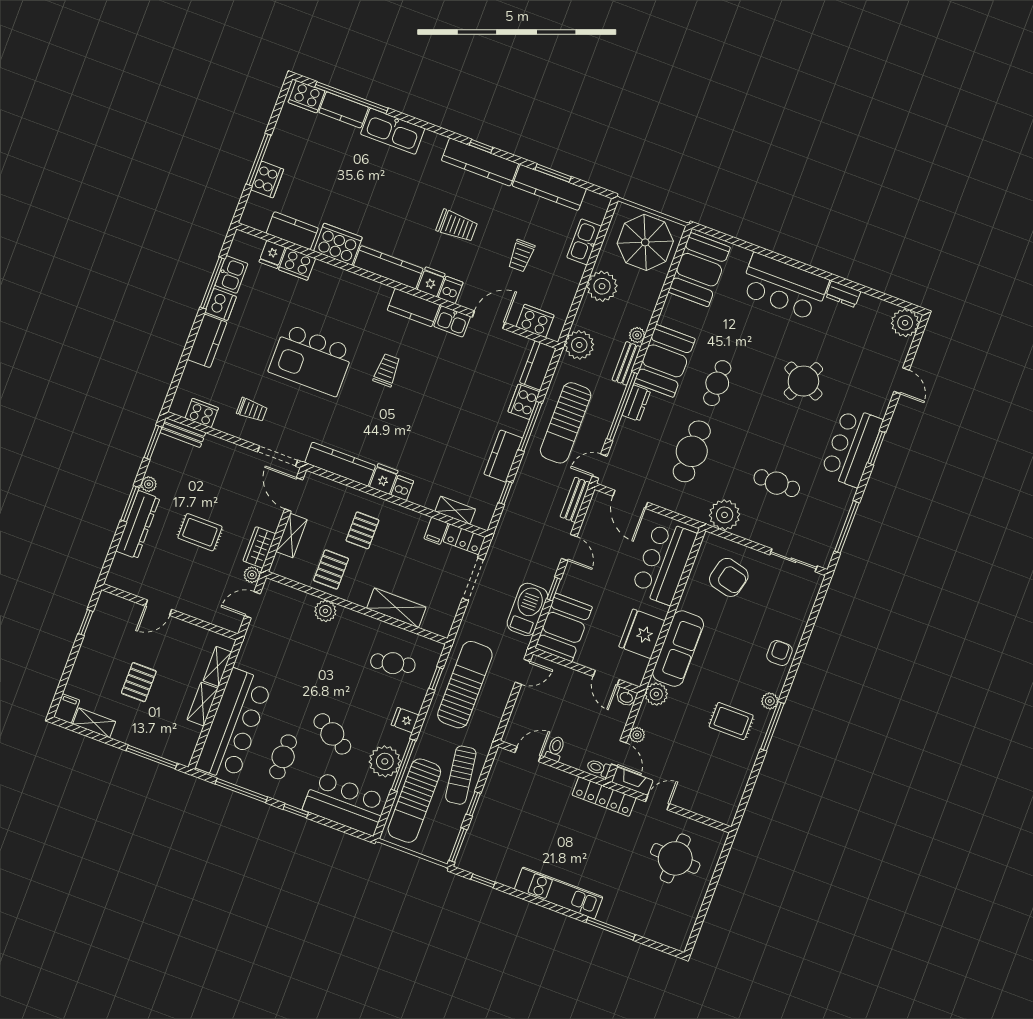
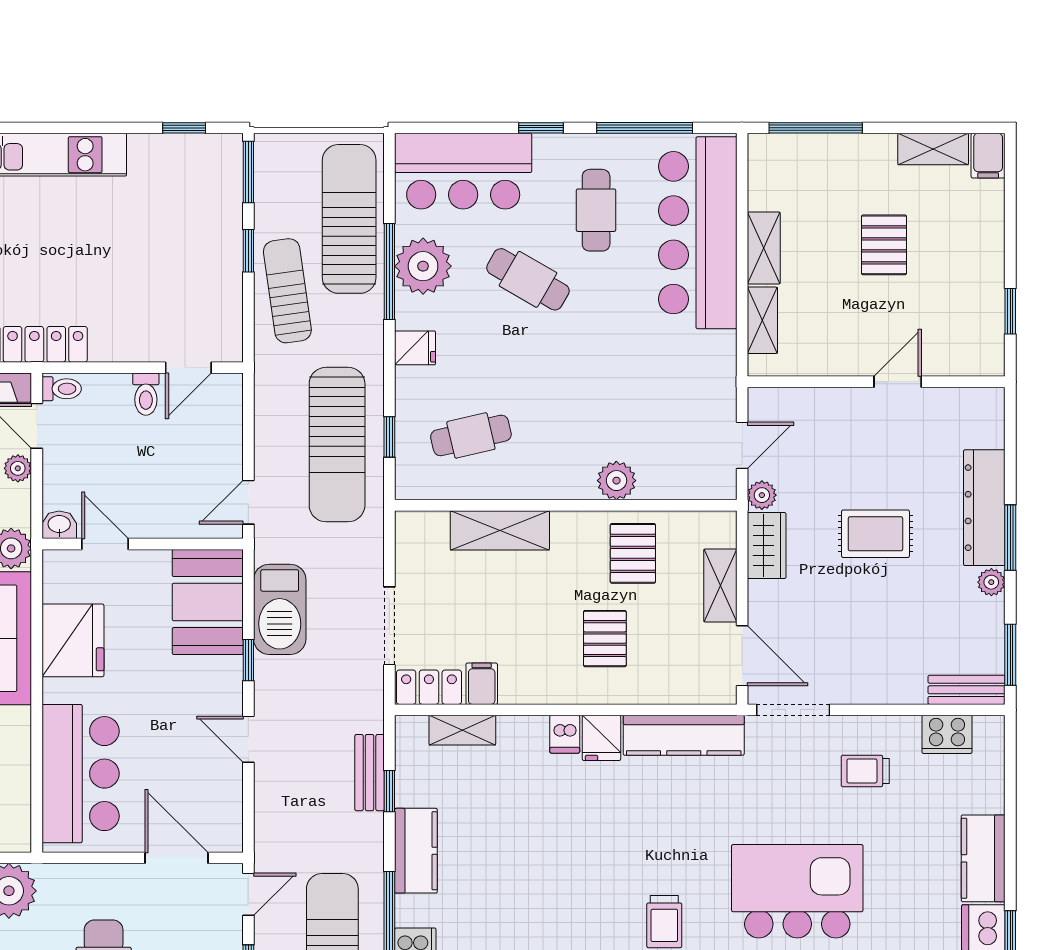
bench: (575, 500) -> (370, 773), moved

